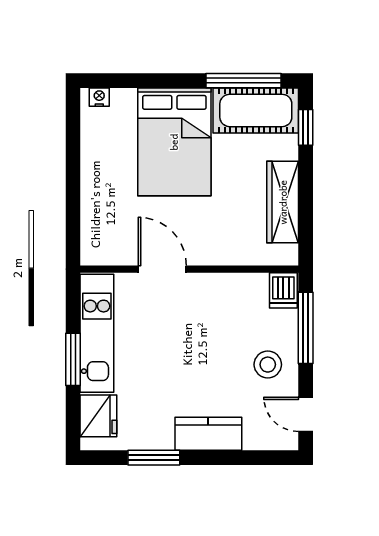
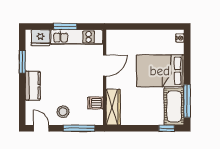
wardrobe: (283, 202) -> (113, 107), moved, turned 90
dishwasher: (283, 290) -> (95, 103), moved
door: (306, 414) -> (41, 128), hinge flipped

